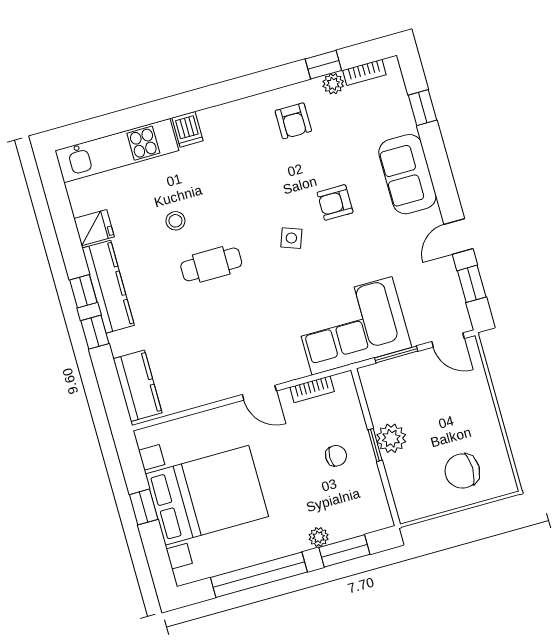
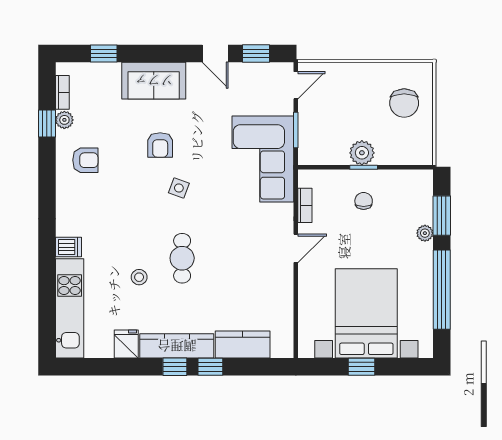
kitchen counter: (138, 386) -> (243, 345), moved

